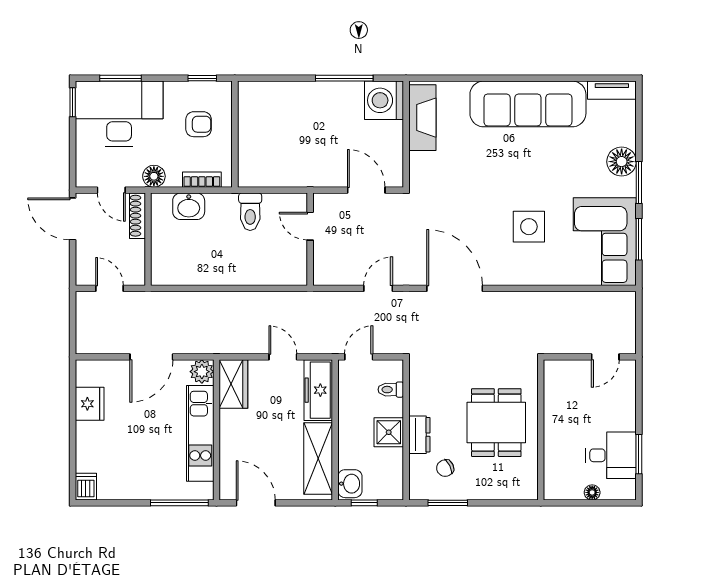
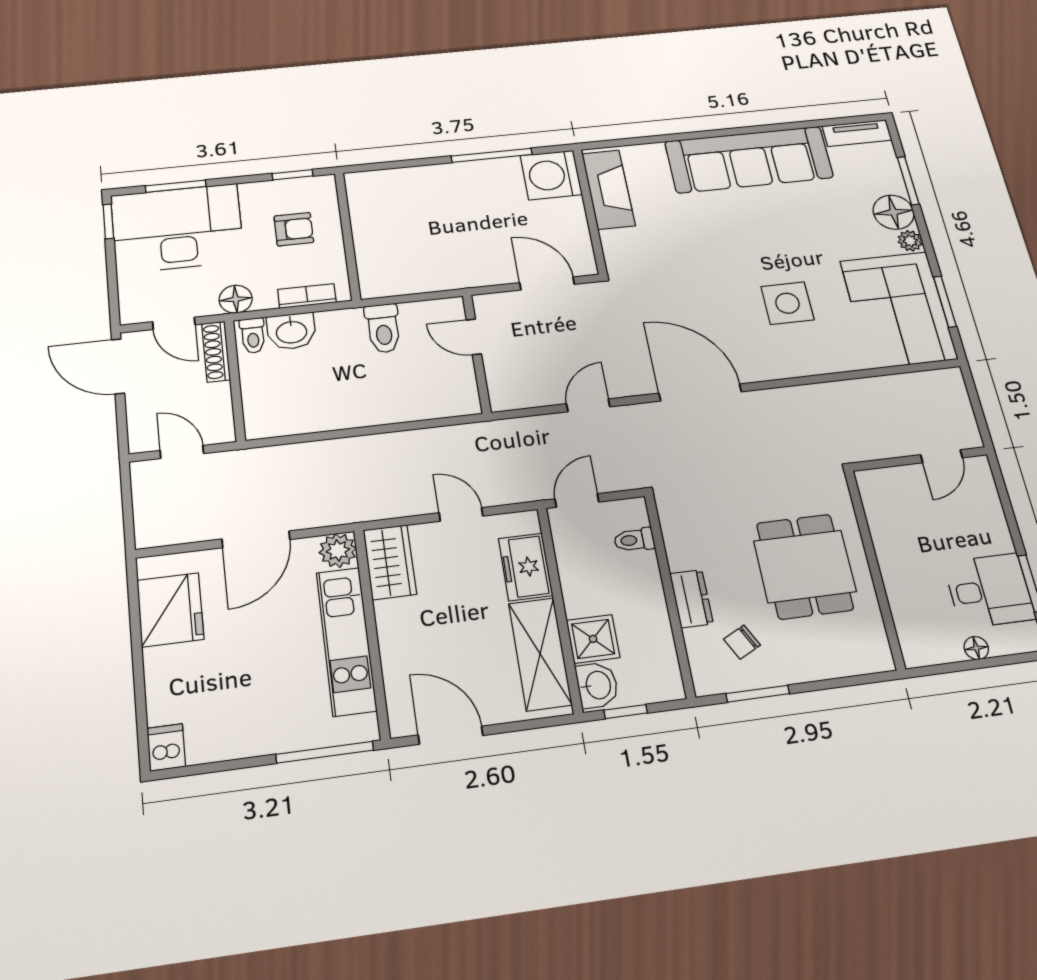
window: (639, 182) -> (908, 181), moved
plant: (627, 187) -> (910, 241), added
toilet: (163, 206) -> (253, 335), added
freezer: (318, 390) -> (525, 567), width x0.71
fridge: (90, 404) -> (170, 610), width x1.36, depth x1.34
shower: (389, 432) -> (593, 639), moved

